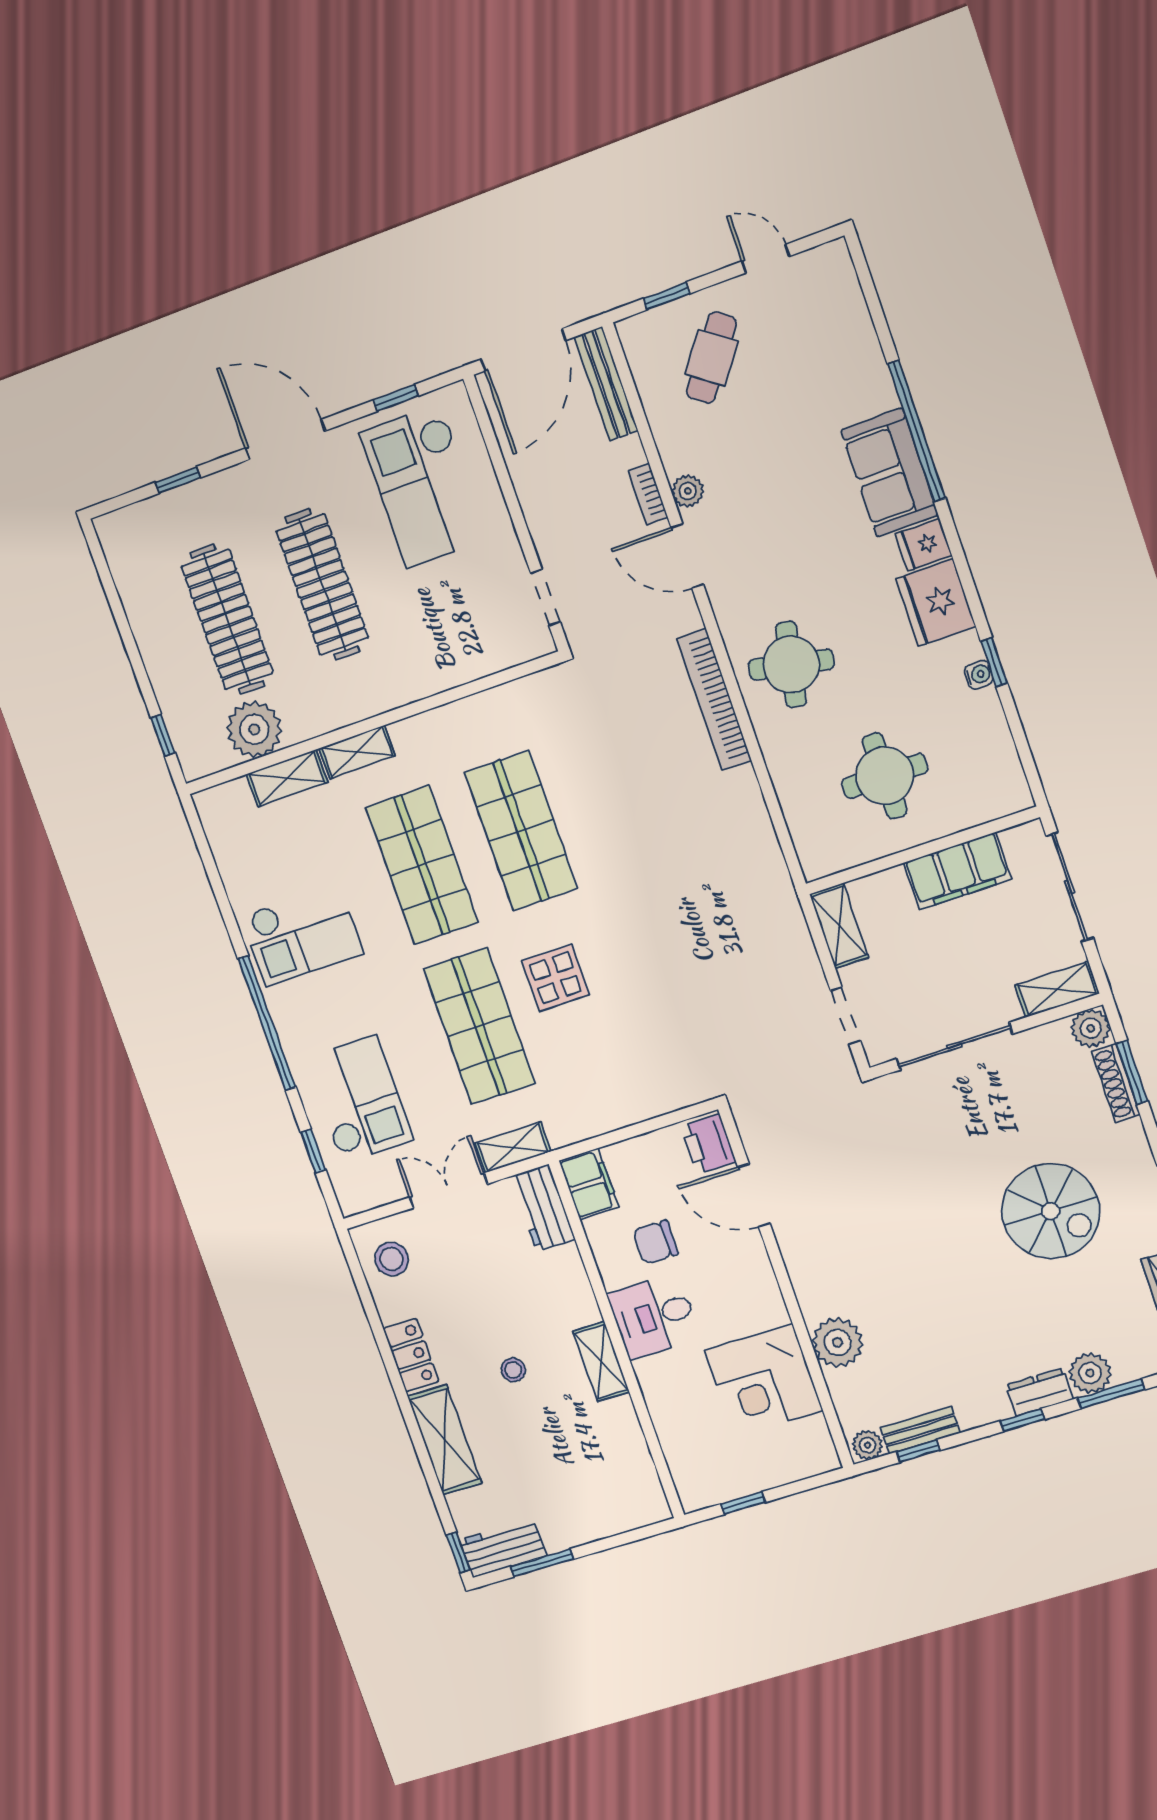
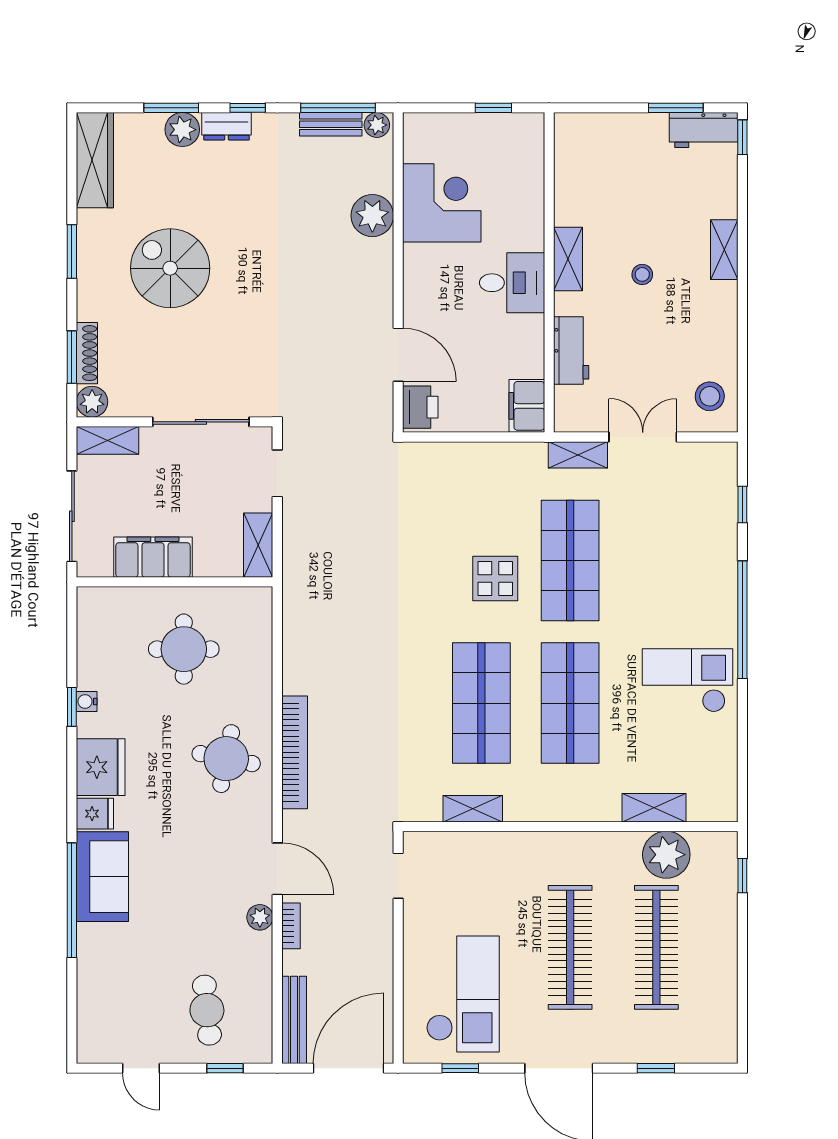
cafe table: (712, 358) -> (207, 1010), turned -42
shelving: (357, 752) -> (473, 809), moved
checkout: (359, 1099) -> (689, 534), removed
double door: (448, 1191) -> (643, 437), swing flipped
workbench: (543, 1208) -> (571, 351), moved
chair: (655, 1242) -> (490, 342), removed
locker: (411, 1355) -> (722, 313), removed
shelving: (445, 1440) -> (724, 250), width x0.67, depth x0.75
window: (918, 1451) -> (338, 108), width x2.17

